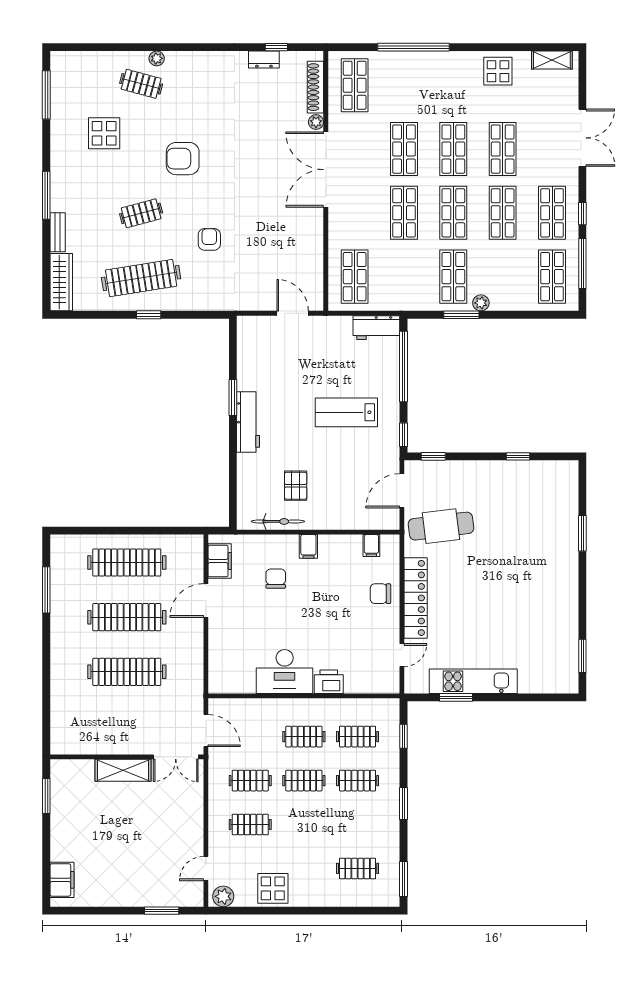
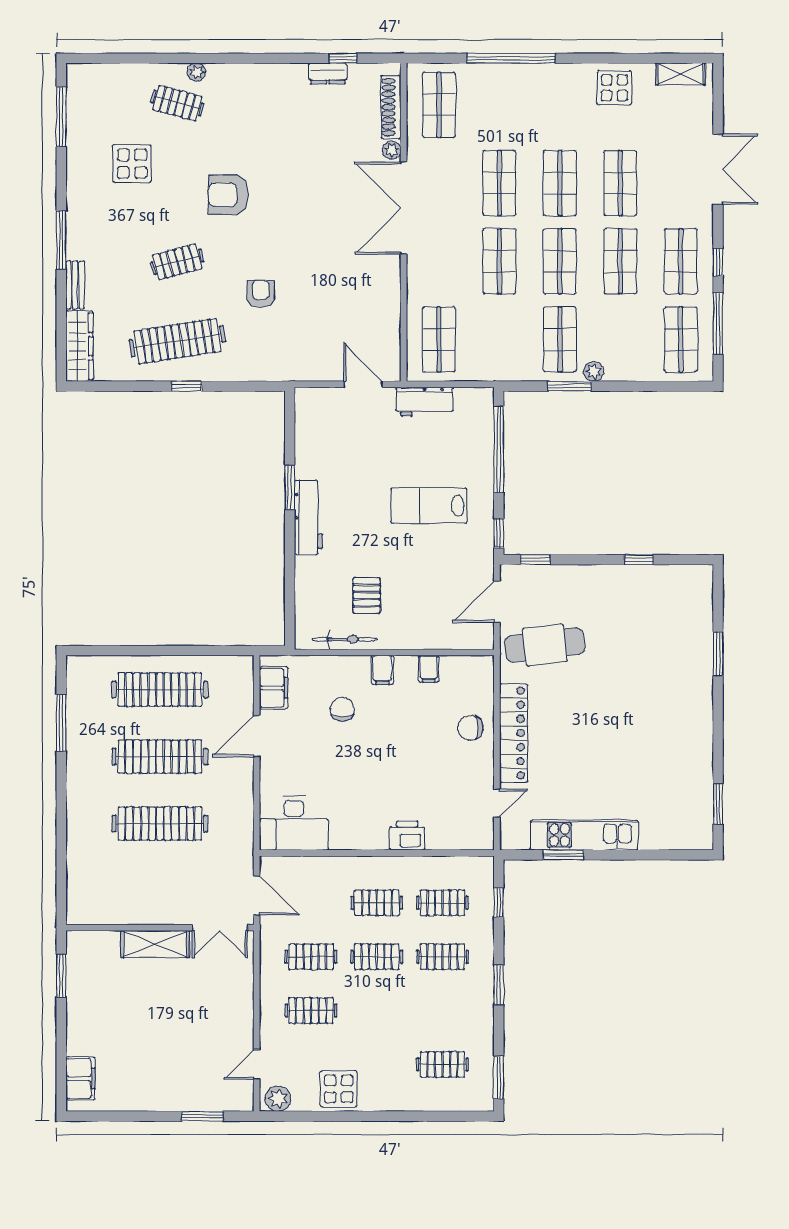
workbench: (376, 328) -> (425, 402), moved
filing cabinet: (371, 546) -> (429, 669), moved
desk: (285, 672) -> (294, 823), moved

